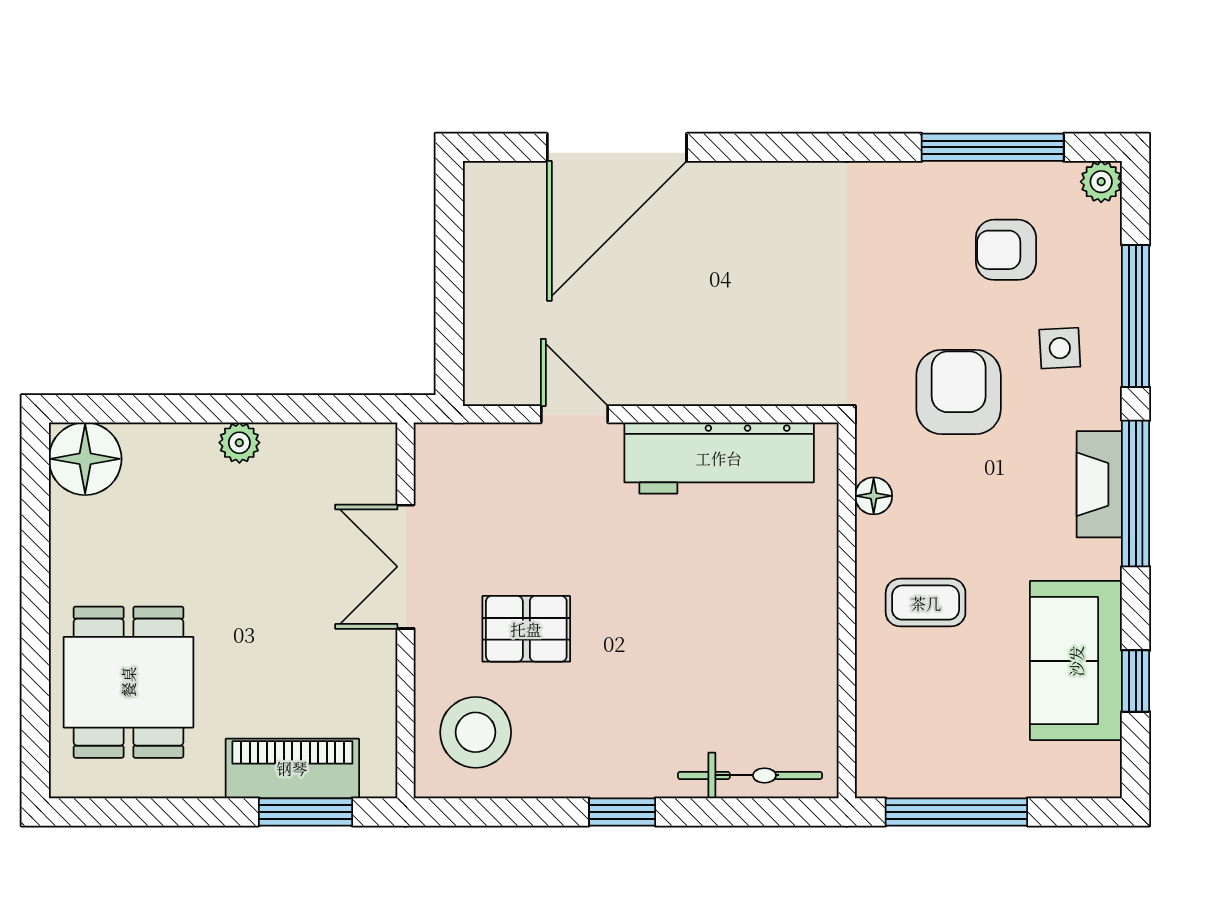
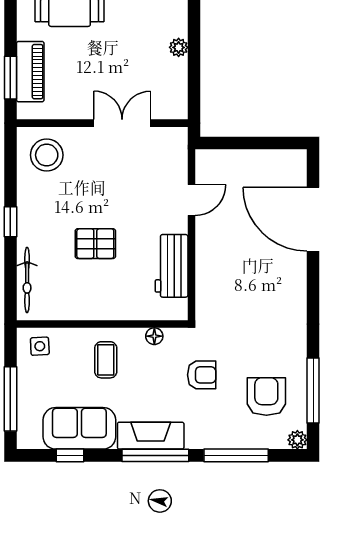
armchair: (1006, 250) -> (266, 396), width x1.38, depth x1.38
side table: (1060, 348) -> (40, 346), moved
armchair: (959, 392) -> (202, 375), width x0.72, depth x0.72
workbench: (719, 458) -> (172, 266), width x0.73
fireplace: (1099, 484) -> (151, 436), width x1.37, depth x1.32
pallet: (526, 629) -> (95, 244), moved, turned 90
window: (956, 812) -> (10, 399), moved

